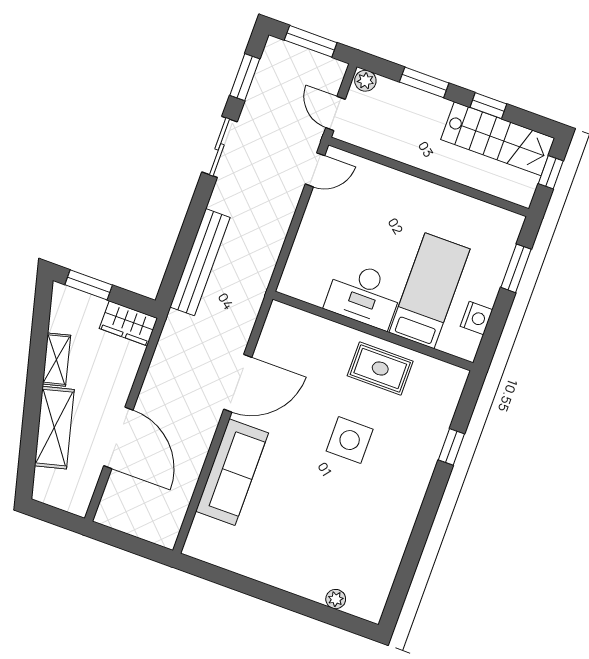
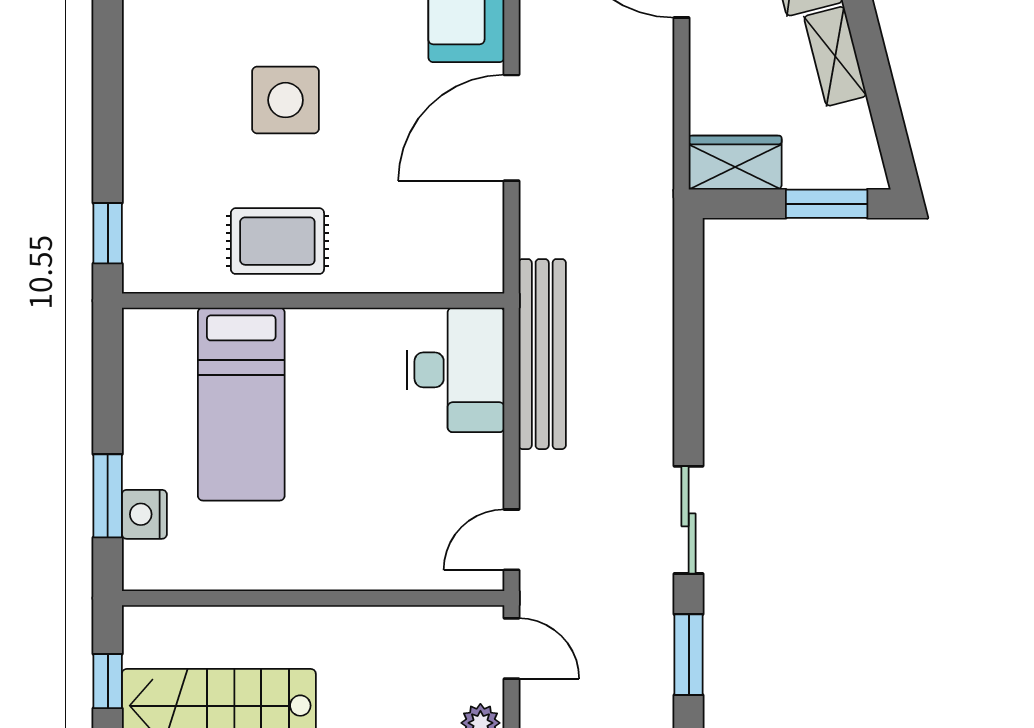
bench: (200, 262) -> (542, 354), moved
desk: (364, 295) -> (455, 370), moved, turned 90
nightstand: (476, 318) -> (144, 514), moved
window: (451, 447) -> (108, 233), moved

